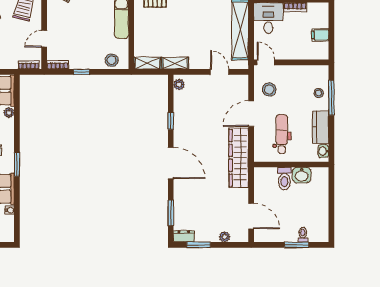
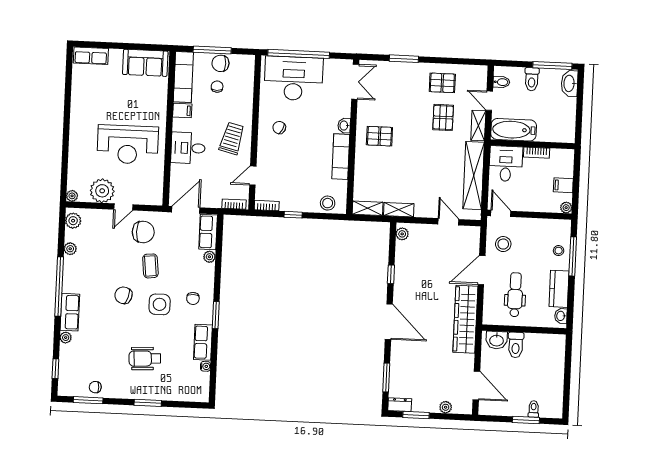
plant: (324, 55) -> (566, 208), added
washbasin: (302, 175) -> (497, 340), moved

